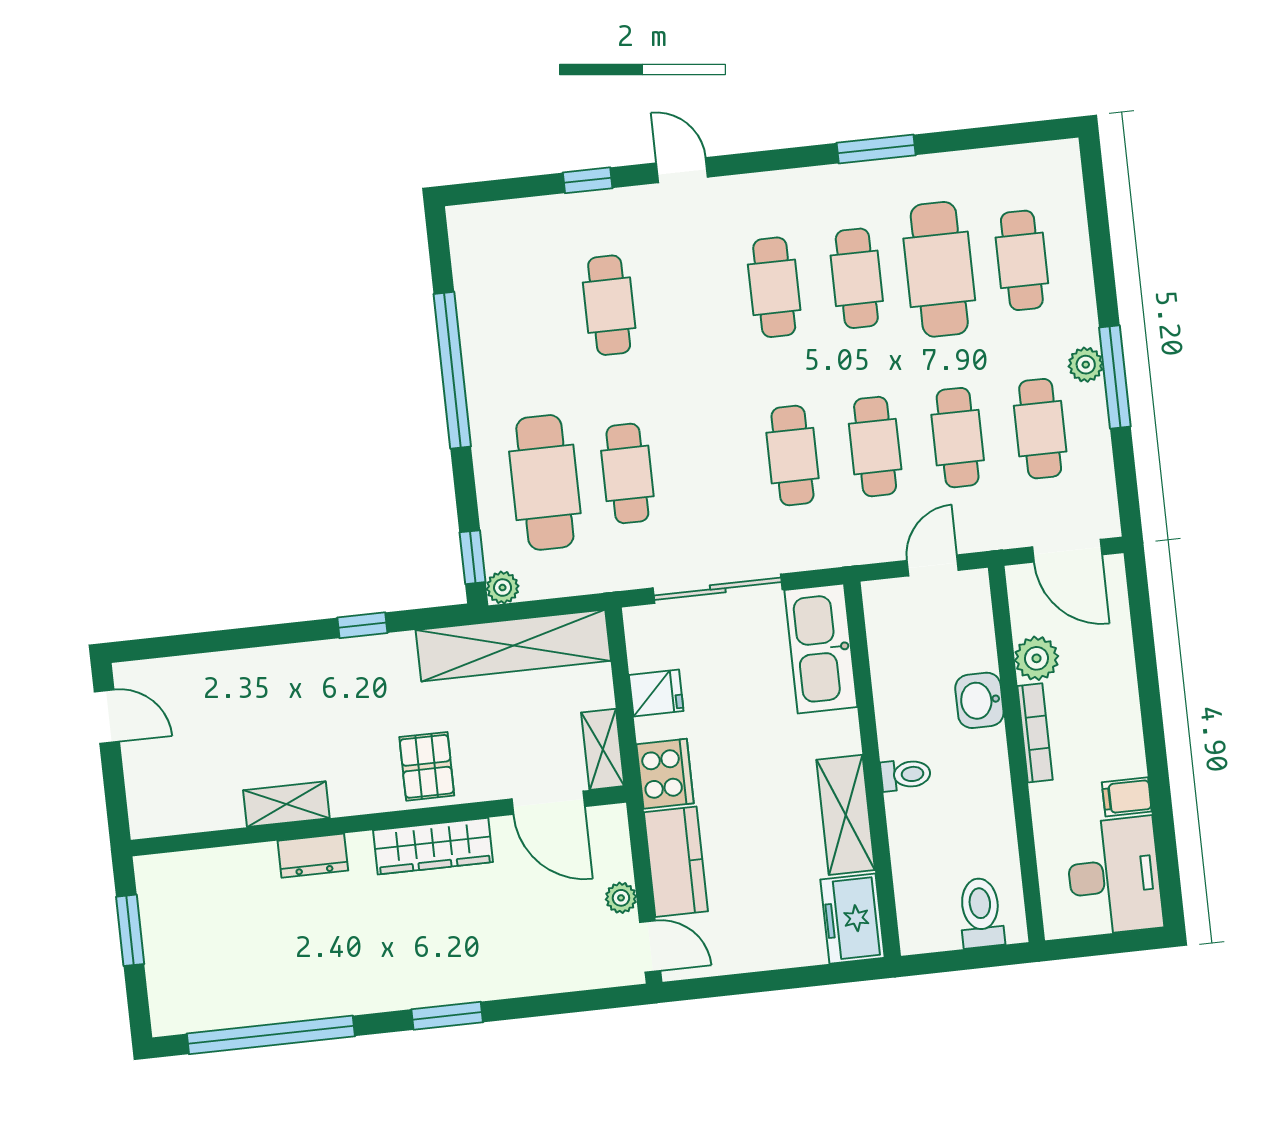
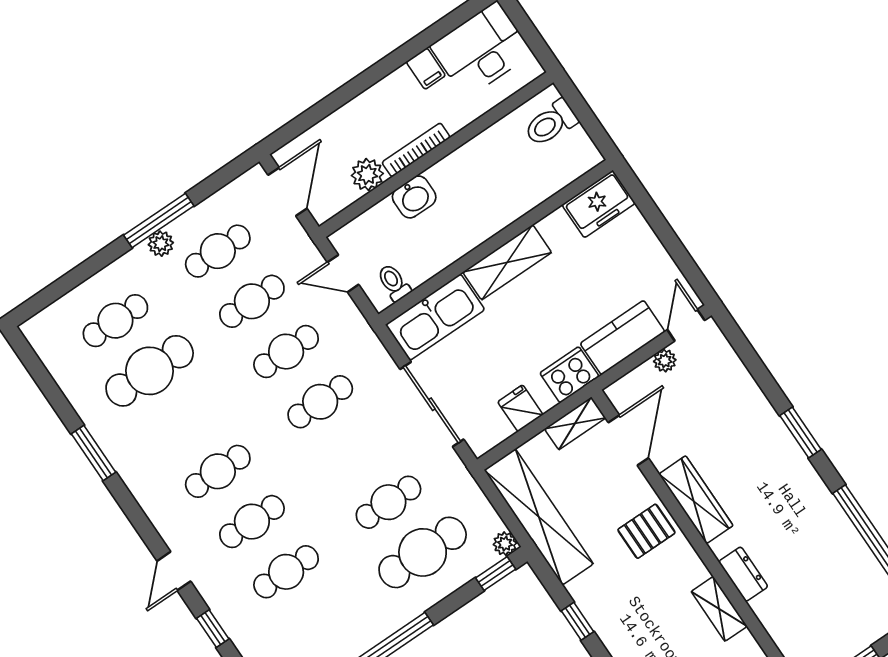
cafe table: (857, 278) -> (252, 522), moved
toilet: (906, 775) -> (394, 283), moved
shelving: (846, 815) -> (507, 262), moved

